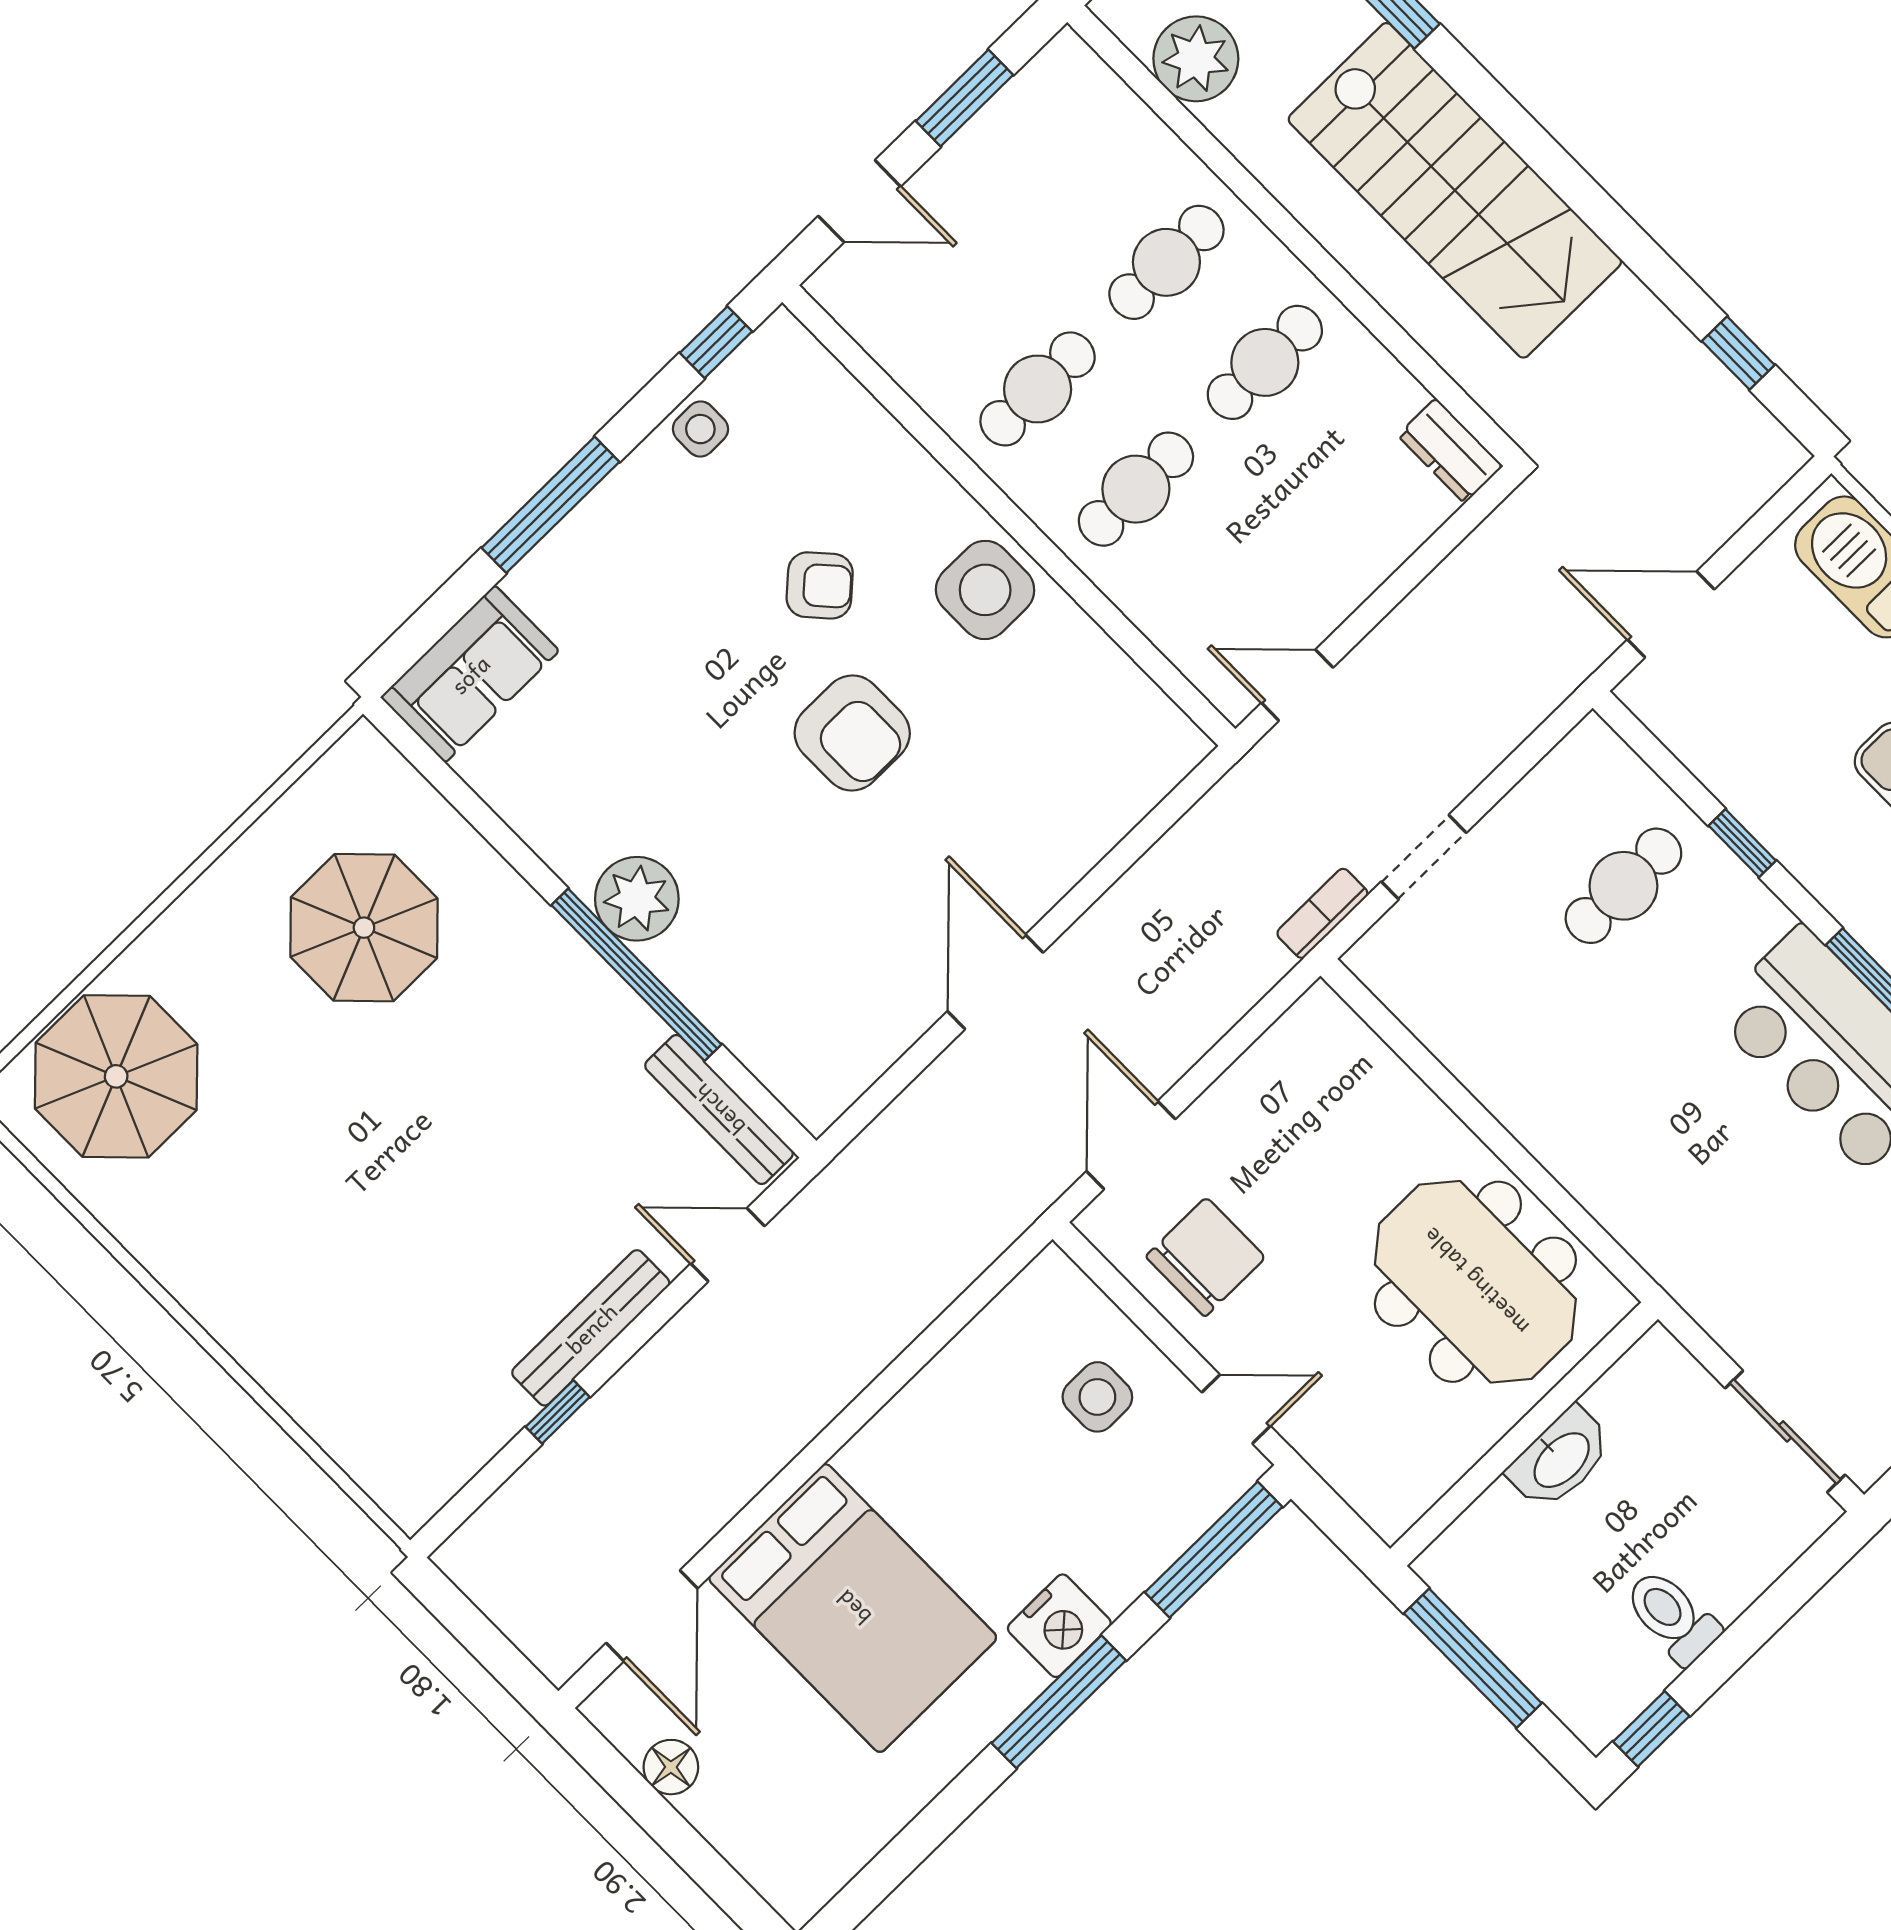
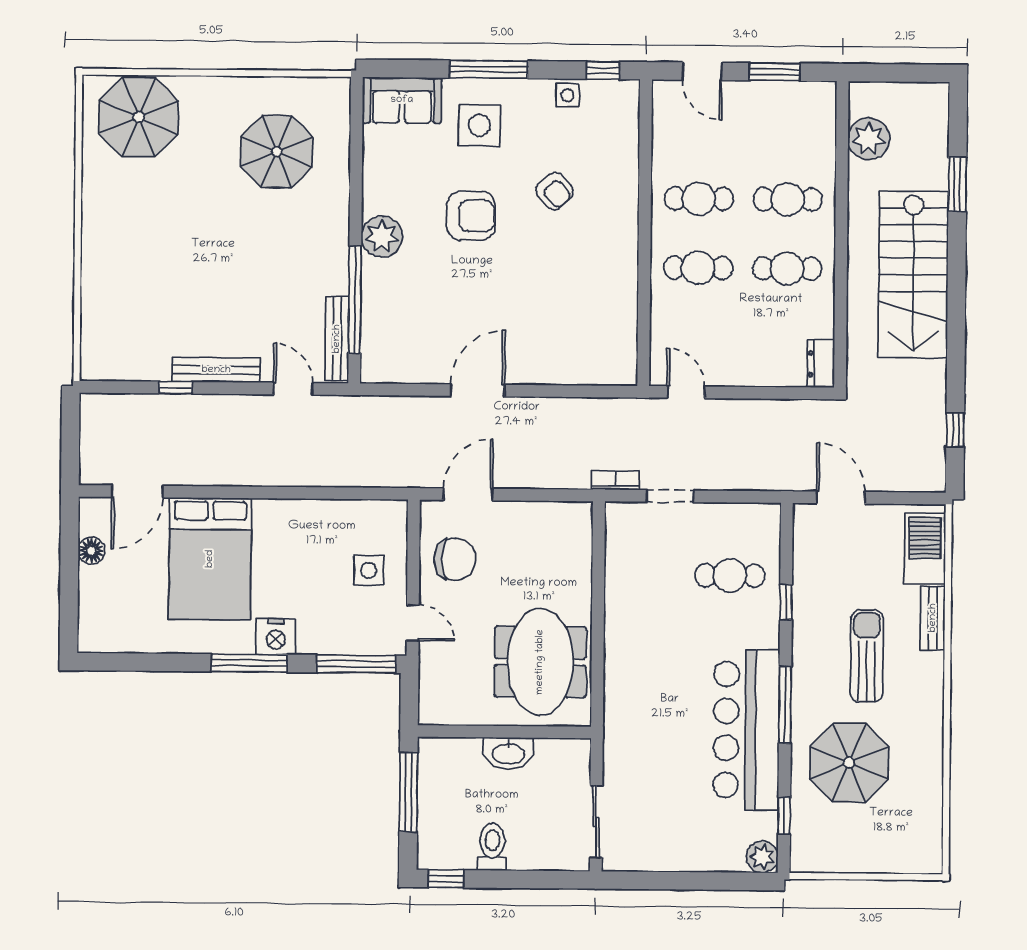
side table: (985, 590) -> (479, 125), moved
armchair: (852, 733) -> (471, 216), moved, turned -91
window: (636, 975) -> (355, 300), moved

